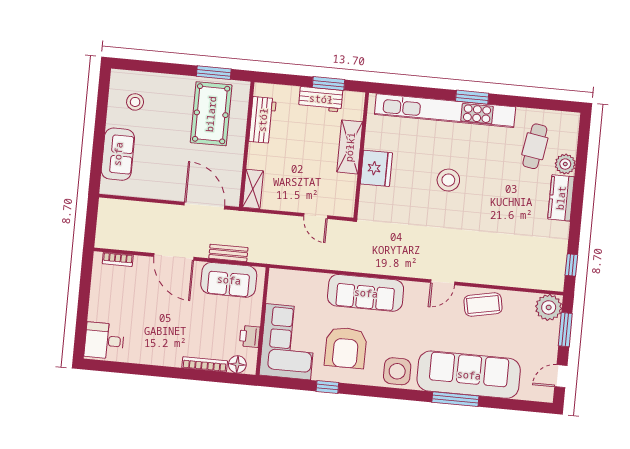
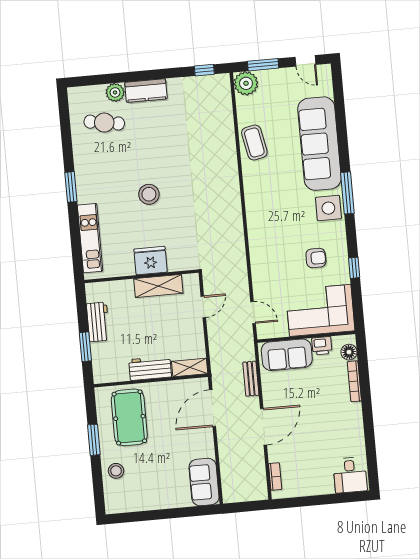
window: (214, 73) -> (94, 440), moved
window: (328, 84) -> (85, 347), moved
stool: (135, 102) -> (116, 471), moved
kitchen unit: (445, 111) -> (90, 238), width x0.54
pool table: (211, 114) -> (129, 417), turned 90
workbench: (263, 120) -> (150, 368), moved
shelving: (350, 147) -> (158, 286), moved
sofa: (118, 154) -> (204, 482), moved, turned -90
sofa: (229, 280) -> (287, 355), moved, turned 90
door: (443, 282) -> (253, 313), moved
sofa: (366, 293) -> (264, 249), removed
armchair: (346, 348) -> (316, 258), width x0.53, depth x0.53
window: (455, 399) -> (347, 193), moved

